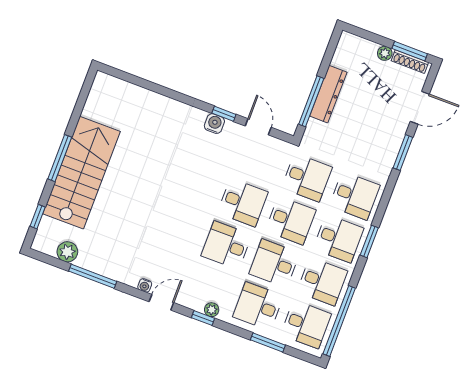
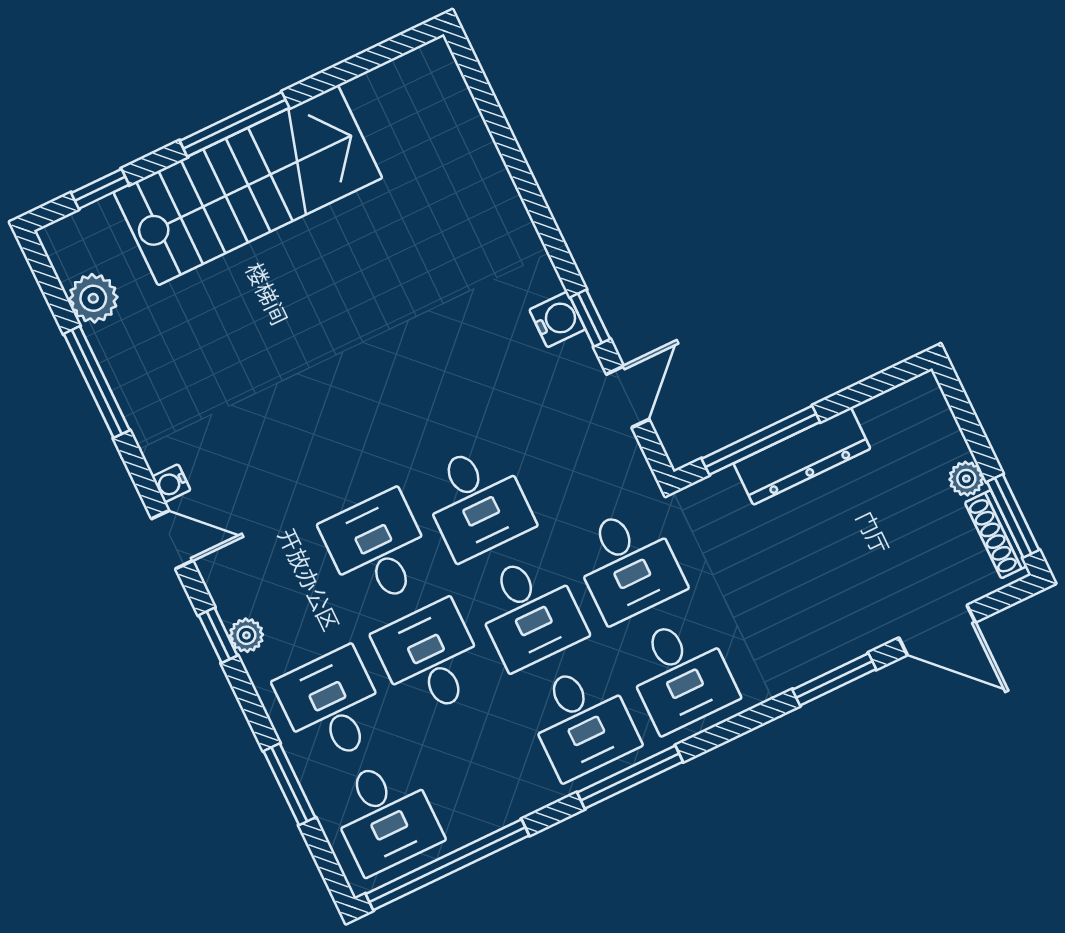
window: (369, 241) -> (630, 777), width x1.44
desk: (322, 281) -> (483, 768), removed

